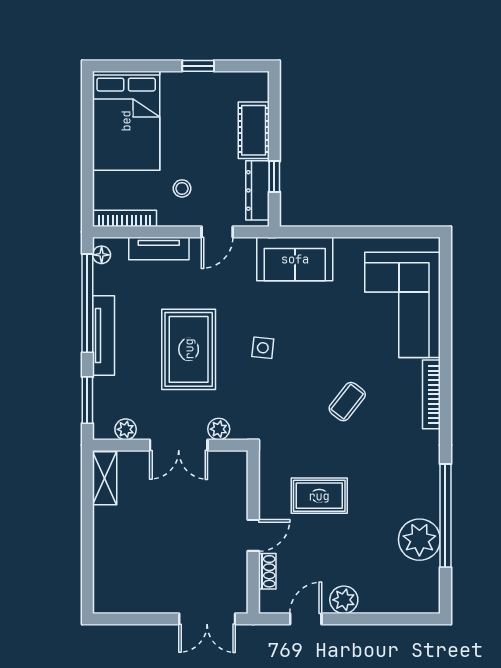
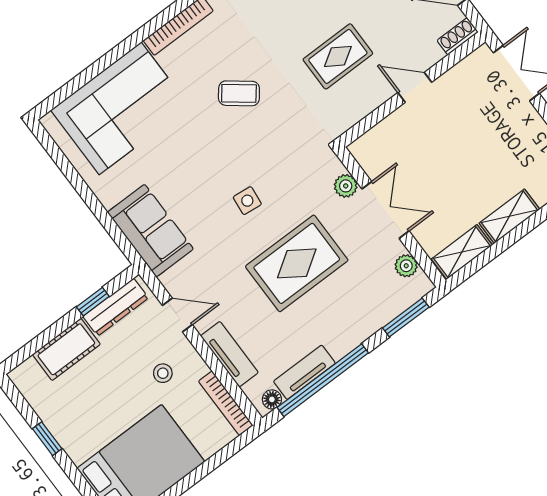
tv unit: (103, 336) -> (304, 372), moved, width x0.71
rug: (319, 496) -> (338, 56), turned 90
shelving: (105, 534) -> (509, 216), added
shoe rack: (267, 571) -> (458, 36), moved

